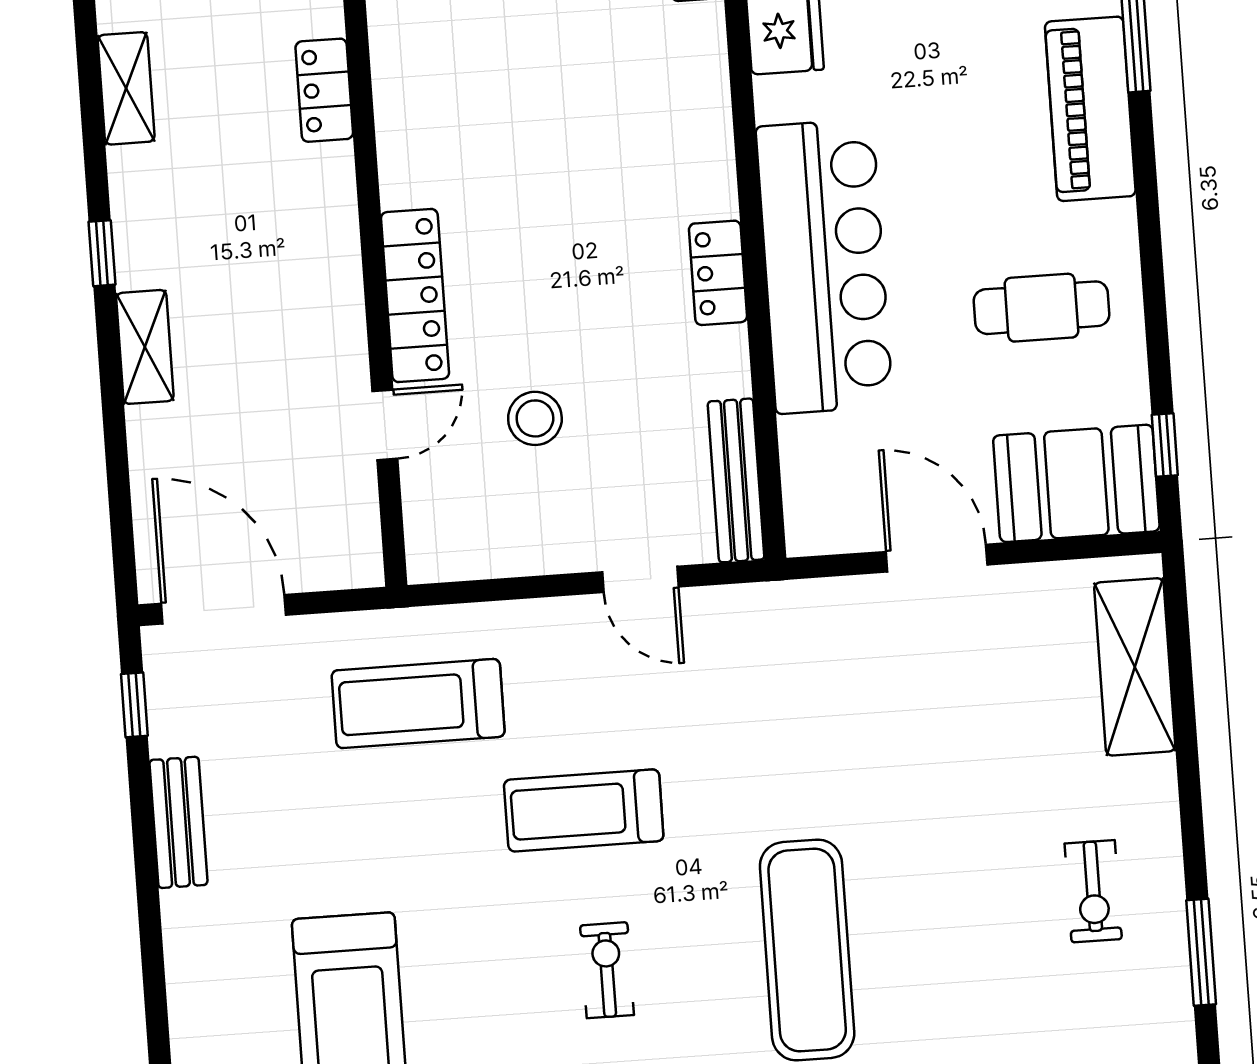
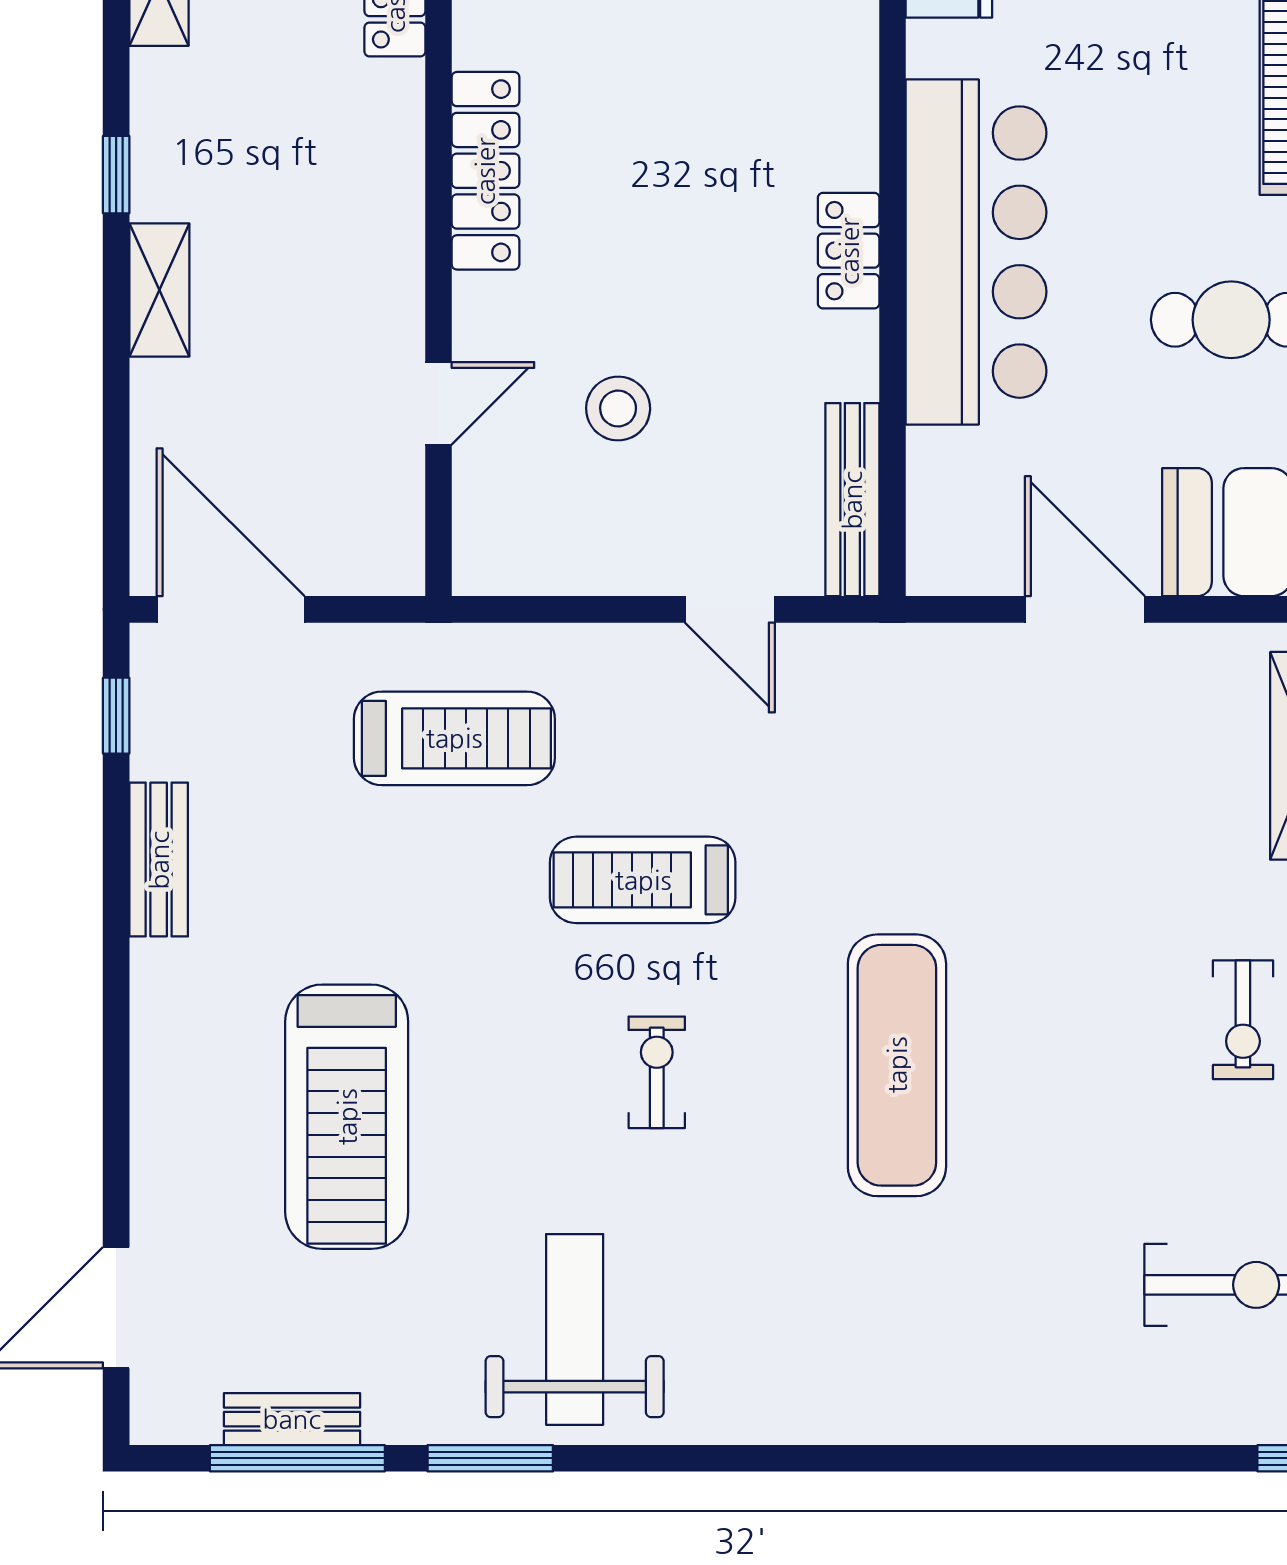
locker: (415, 295) -> (485, 171), moved
treadmill: (418, 704) -> (454, 738), turned 180

